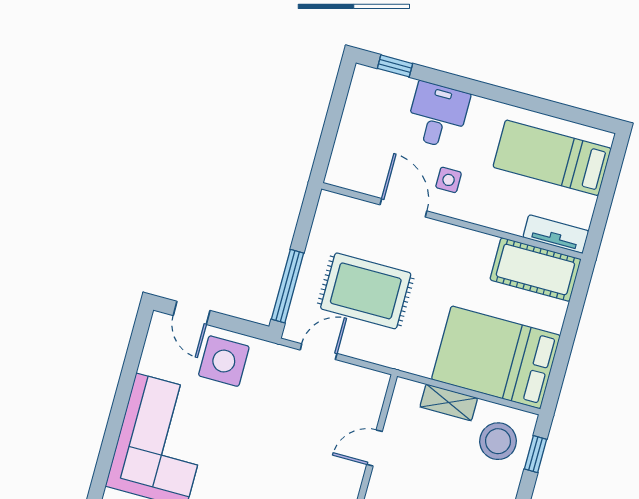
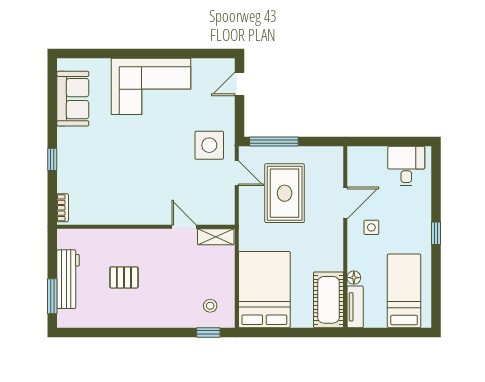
window: (395, 66) -> (436, 233), moved
desk: (438, 115) -> (406, 166), moved, turned -90
floor lamp: (514, 225) -> (354, 278), added
side table: (224, 361) -> (209, 145), moved
shelving: (449, 402) -> (216, 237), moved, turned 90
stool: (498, 441) -> (210, 306), width x0.53, depth x0.53

